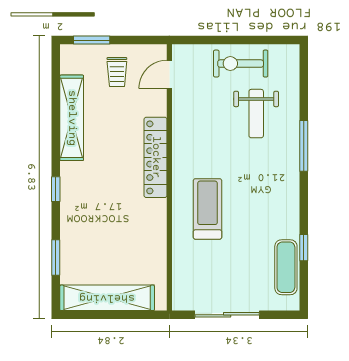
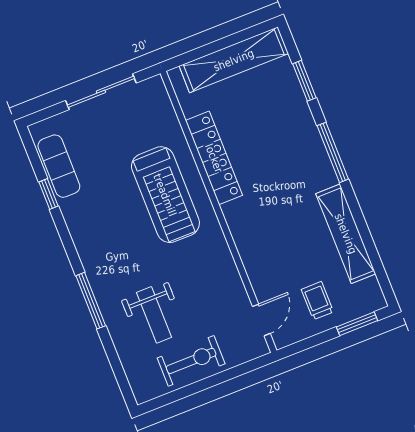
weight bench: (256, 114) -> (154, 315), turned 180
locker: (156, 157) -> (214, 158), moved
window: (56, 189) -> (333, 152), width x2.17
treadmill: (208, 209) -> (165, 195), width x1.37, depth x1.37

